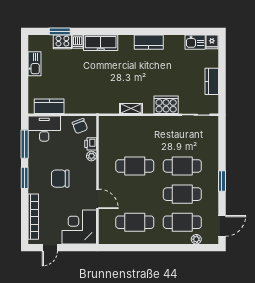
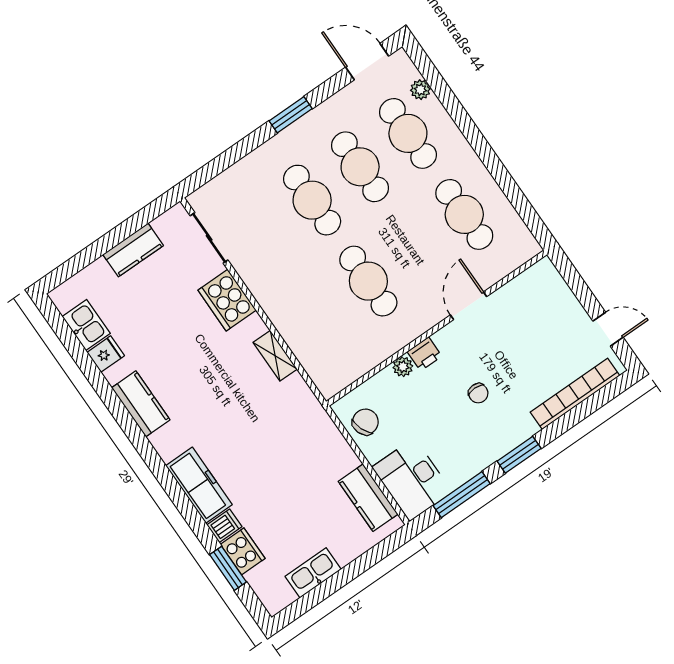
fridge: (212, 42) -> (106, 354), moved
printer: (91, 144) -> (425, 354), moved
chair: (60, 179) -> (478, 393), width x0.54, depth x0.54
corner desk: (79, 227) -> (538, 303), removed

